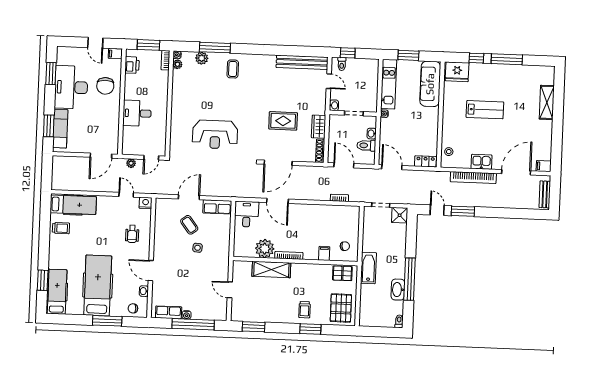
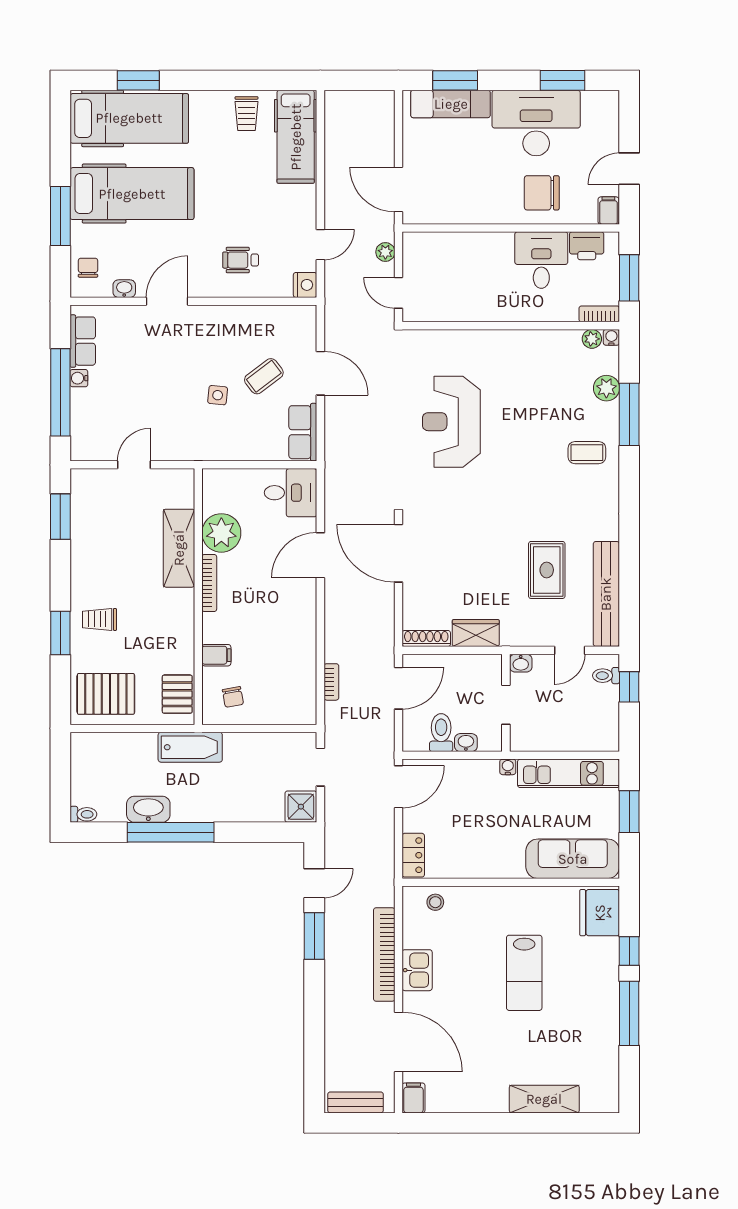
desk: (137, 113) -> (541, 260), moved
rug: (283, 121) -> (547, 570), moved
hospital bed: (57, 292) -> (129, 118), width x1.37, depth x1.29

